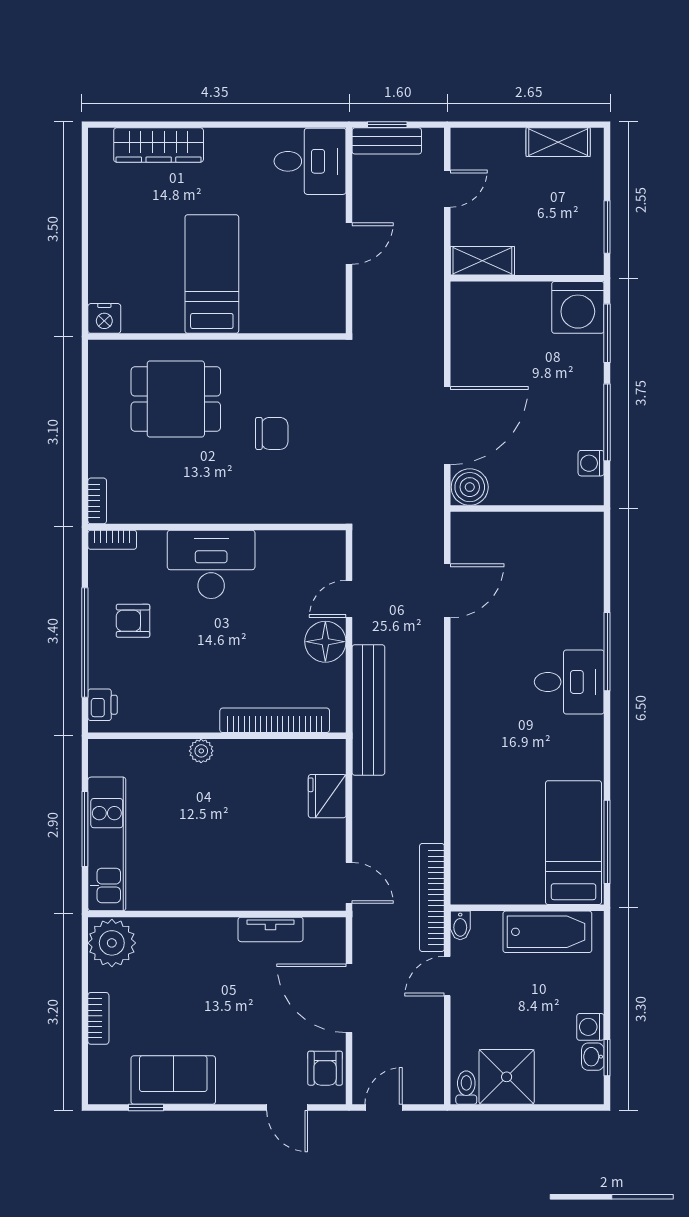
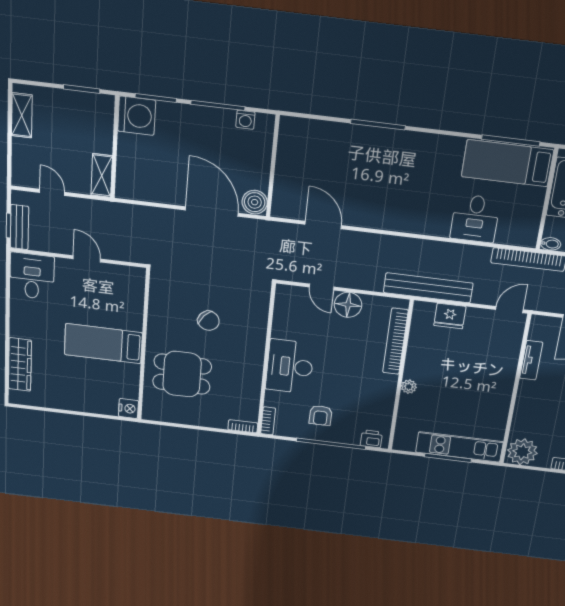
dining table: (176, 399) -> (182, 374), turned 90
chair: (272, 433) -> (209, 321), turned 130
desk: (569, 682) -> (475, 219), moved, turned 180
bench: (368, 710) -> (428, 288), moved

